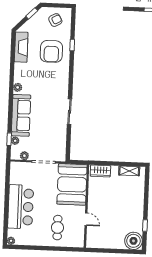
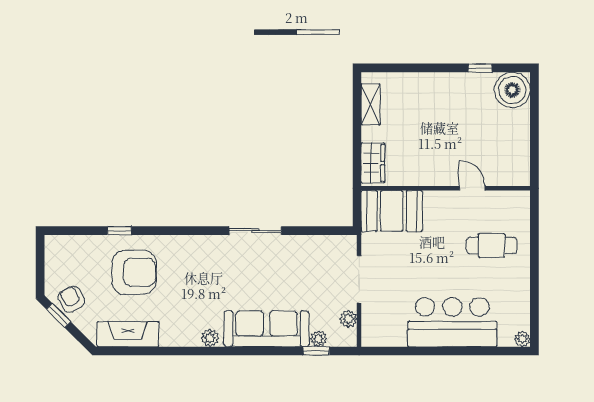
armchair: (55, 20) -> (71, 299), moved
booth: (72, 184) -> (392, 211), width x0.73, depth x0.70
door: (86, 219) -> (472, 188), hinge flipped

